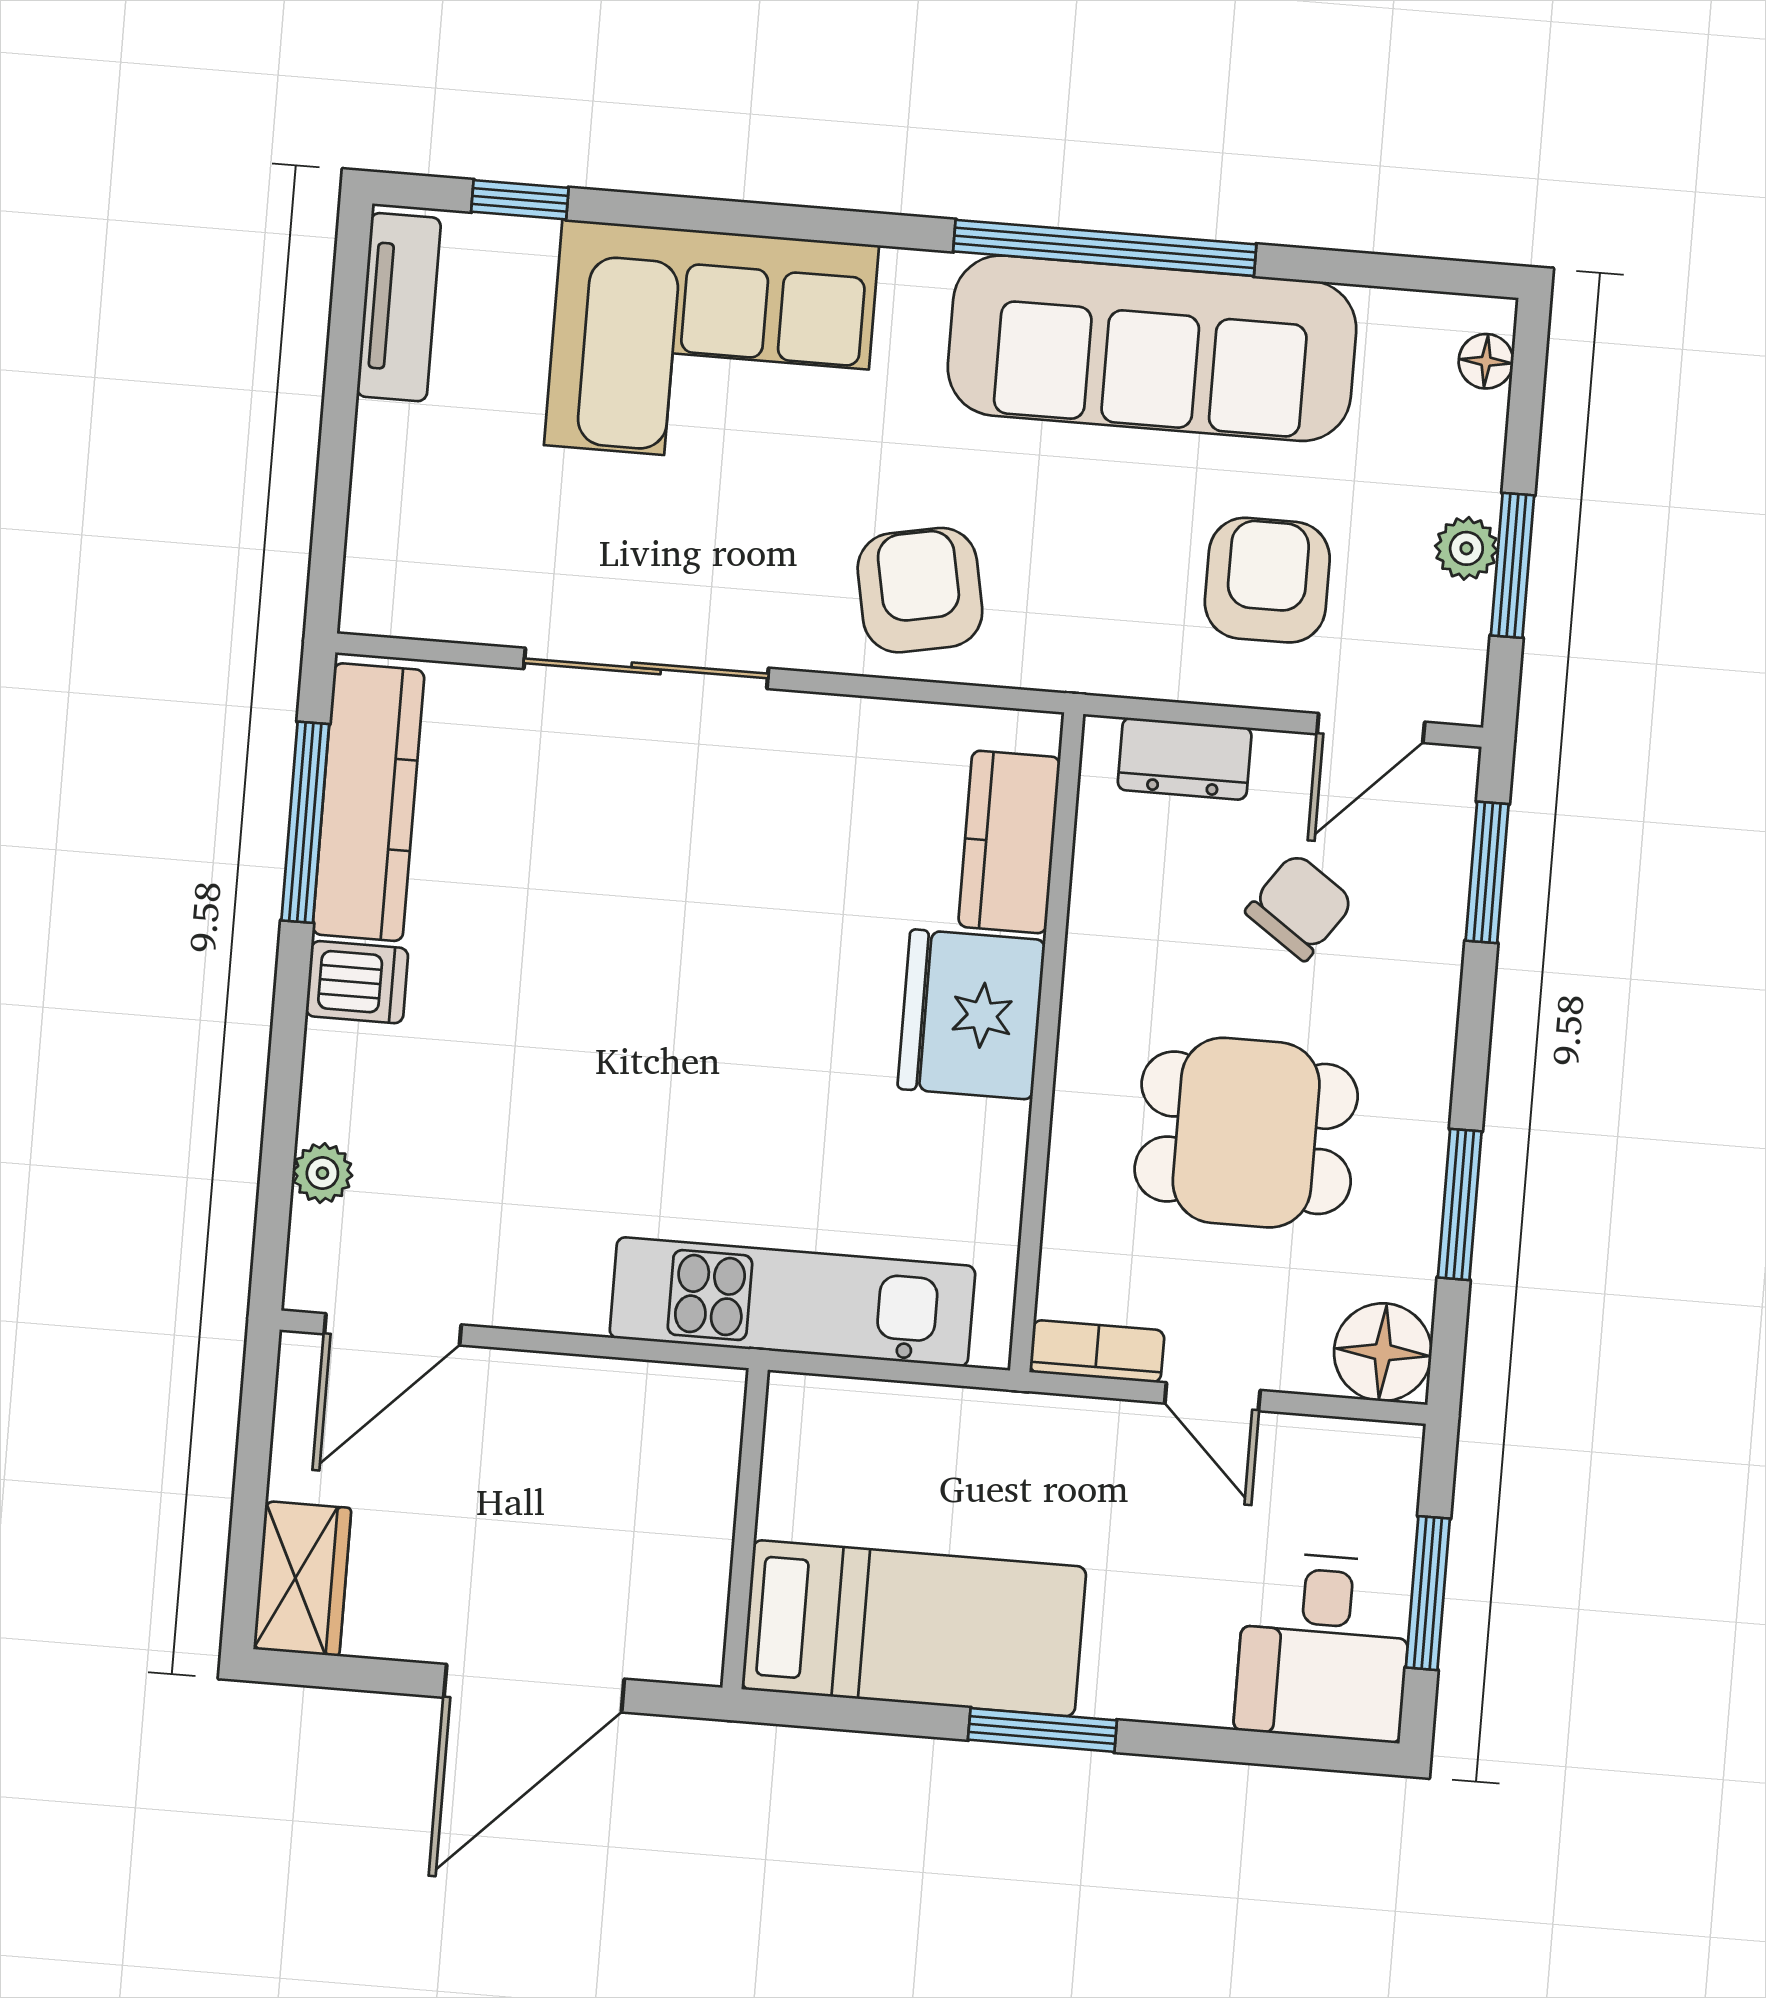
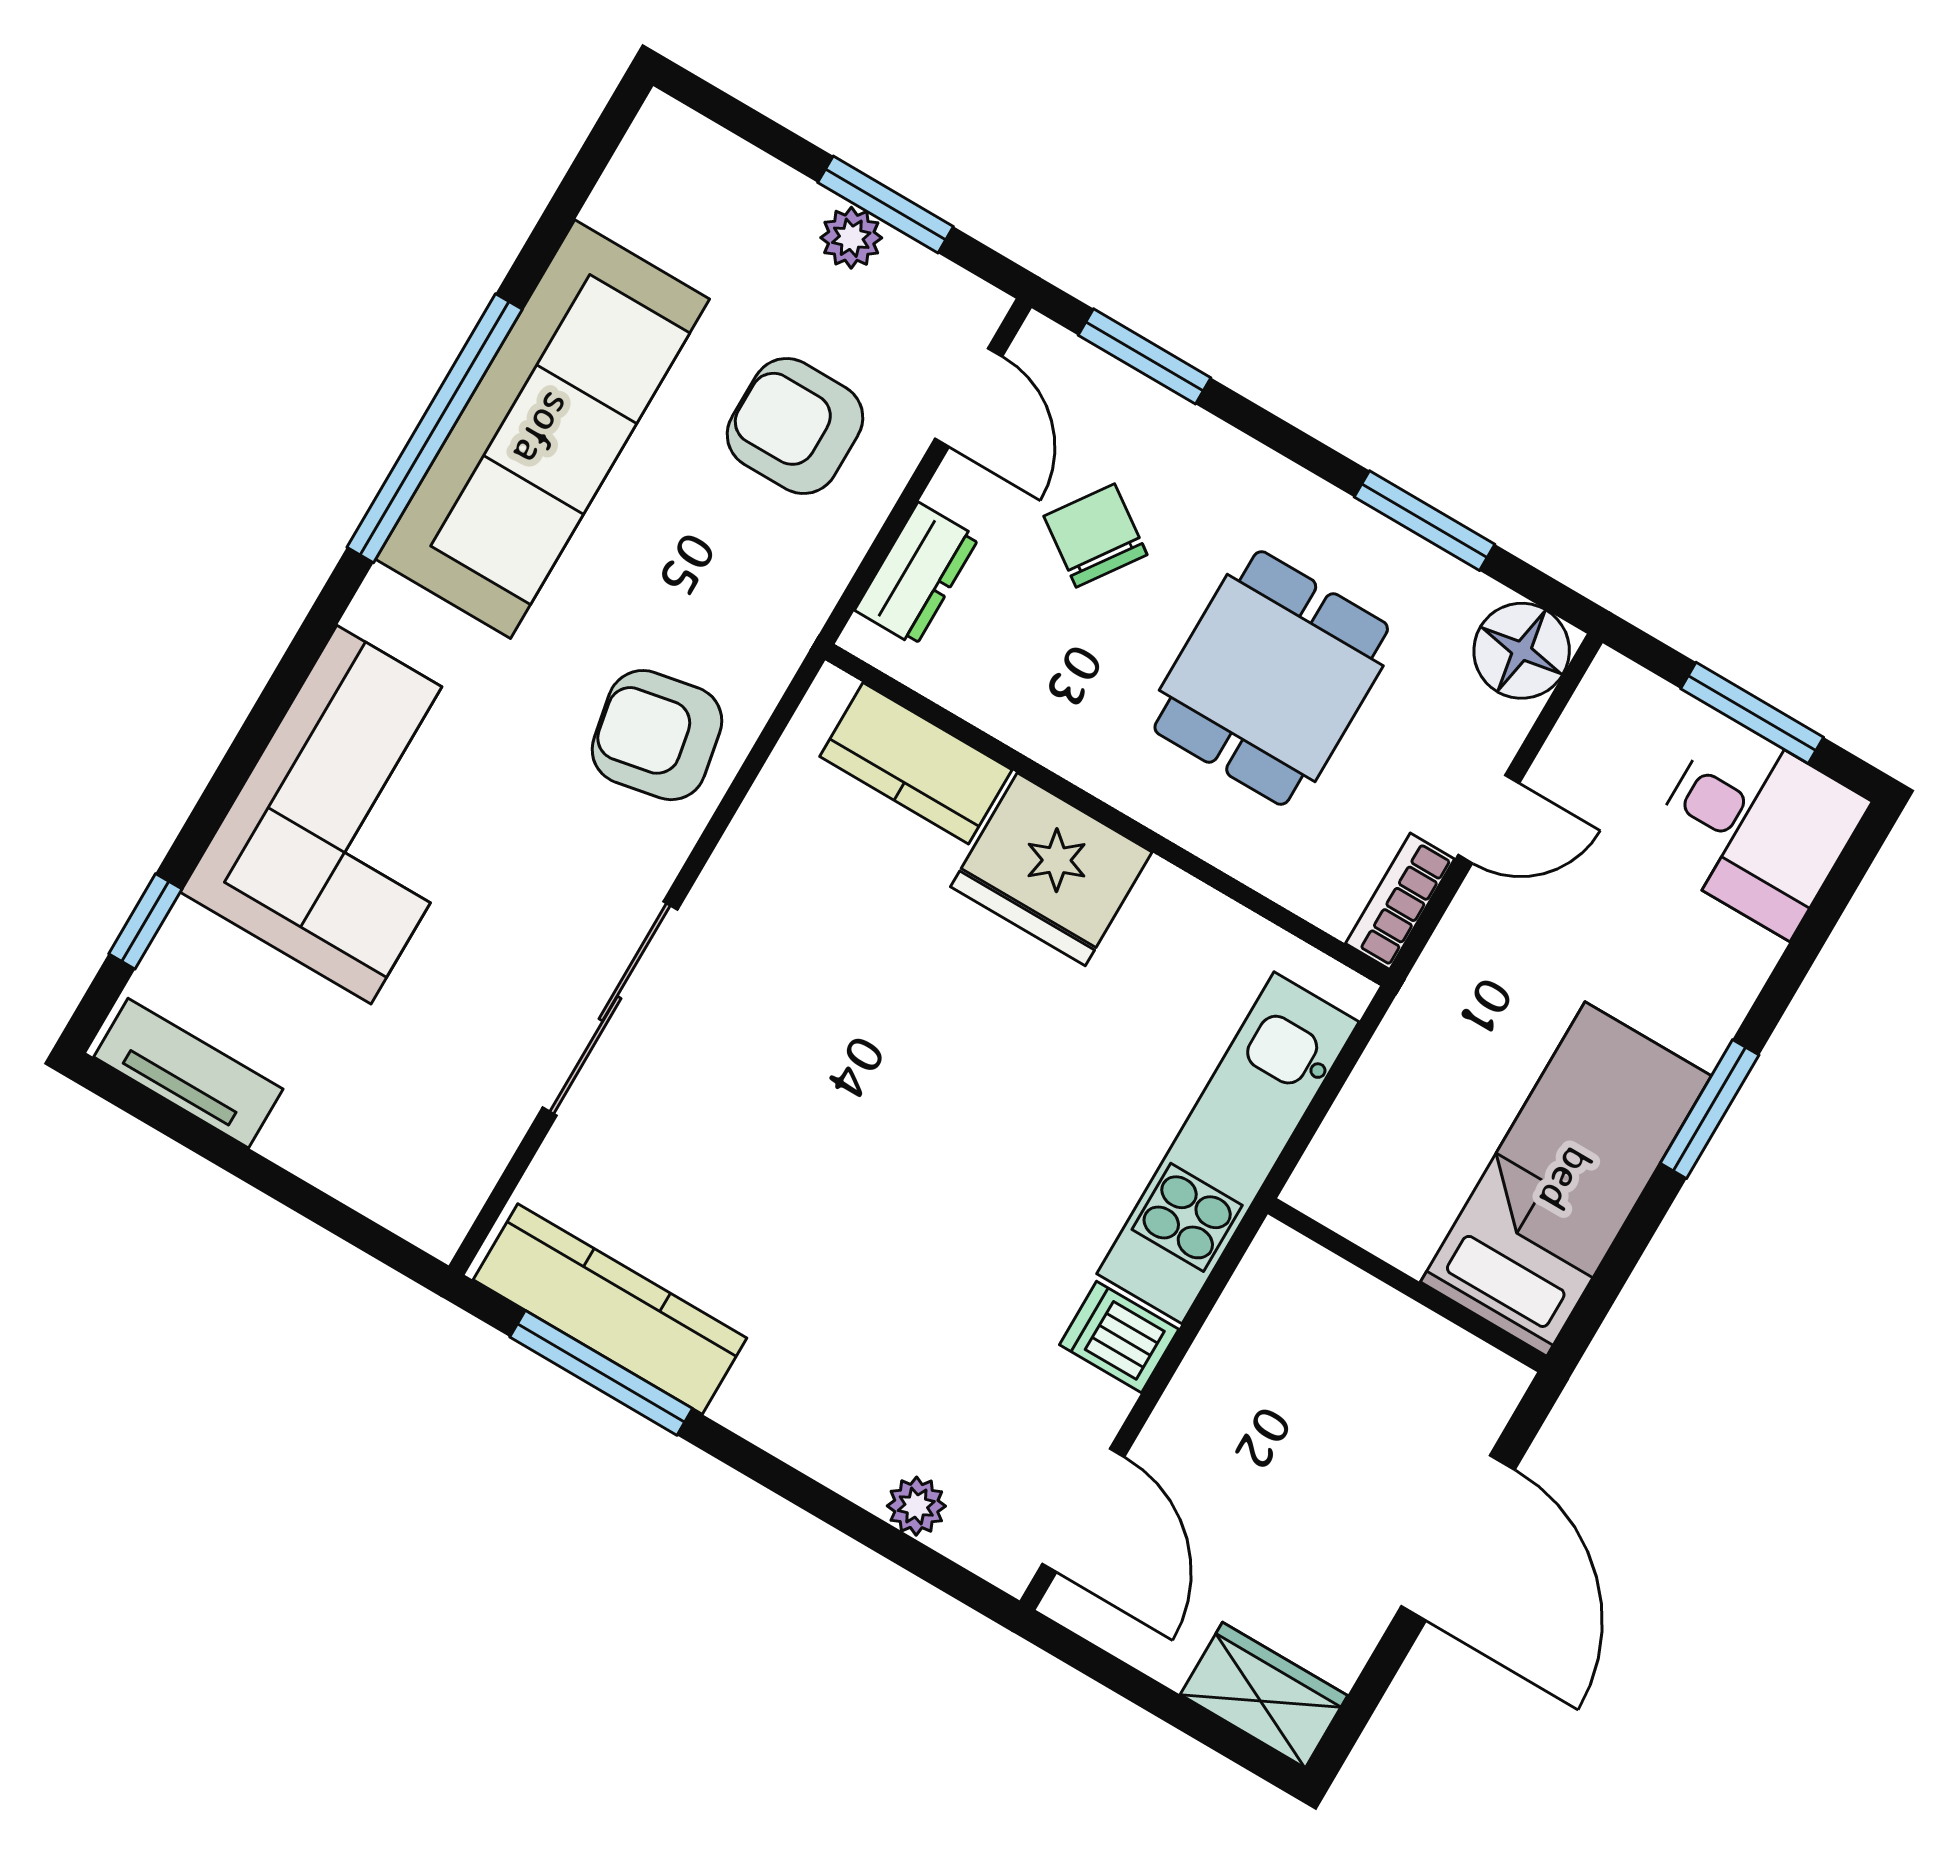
floor lamp: (1486, 361) -> (695, 141), removed
dishwasher: (357, 982) -> (1119, 1337), moved, turned -90

